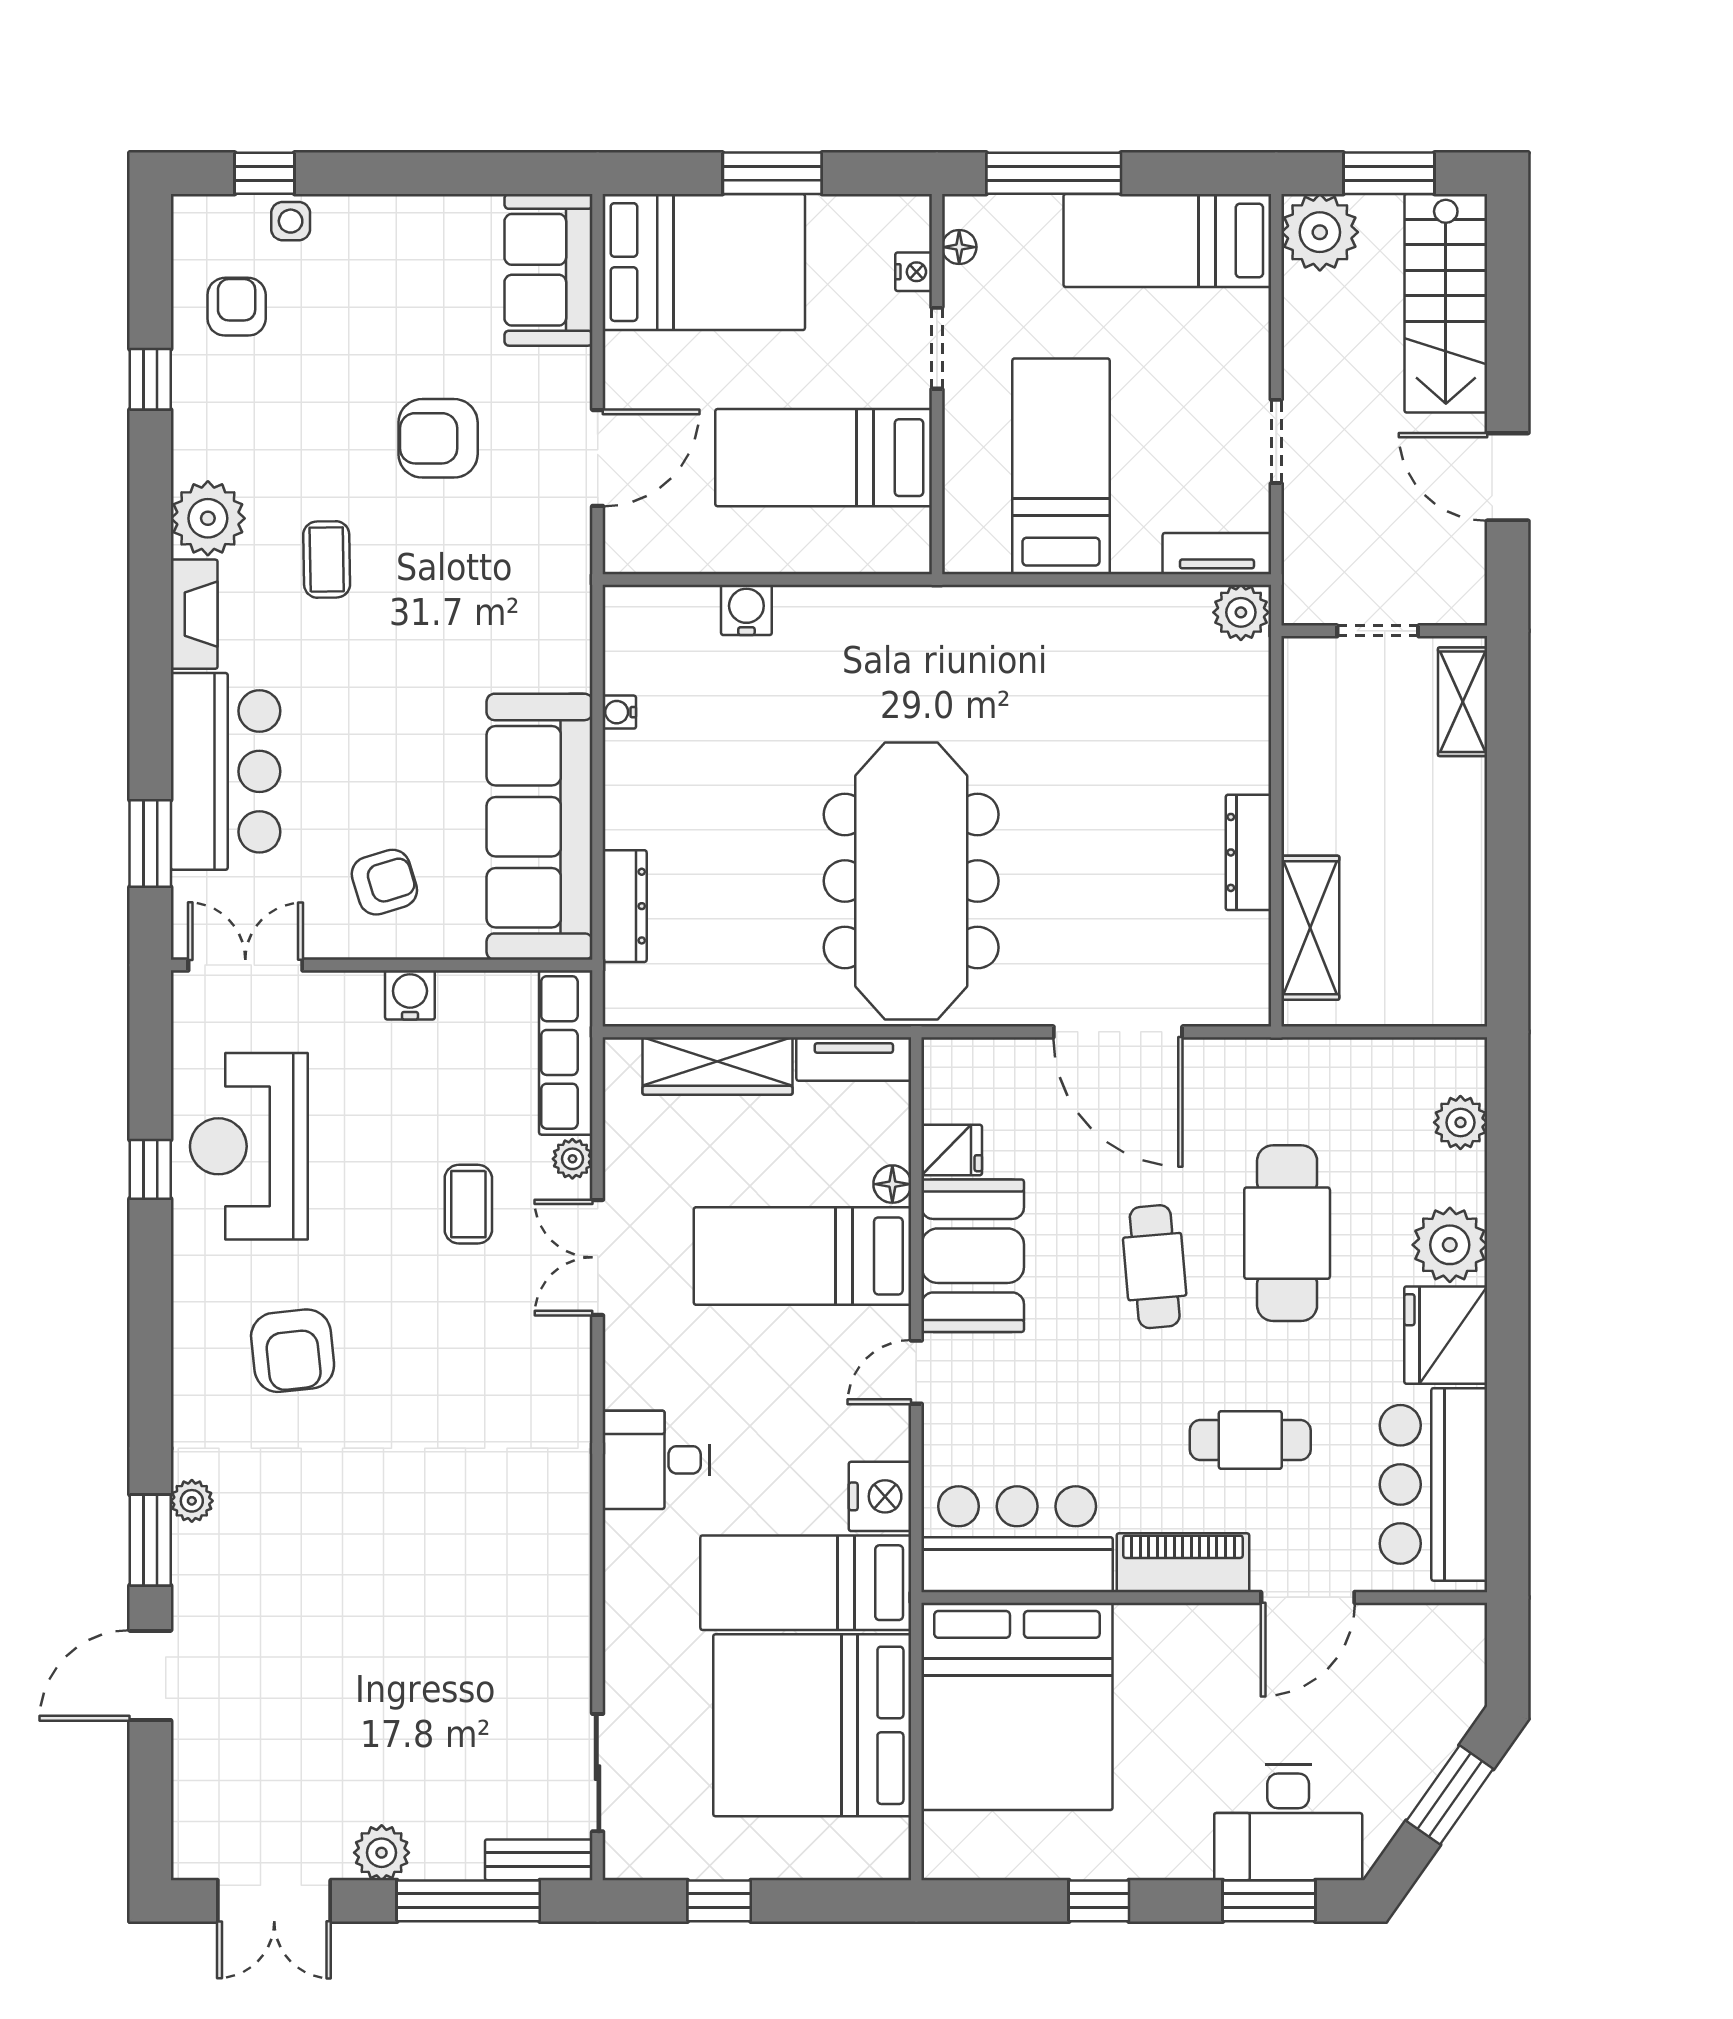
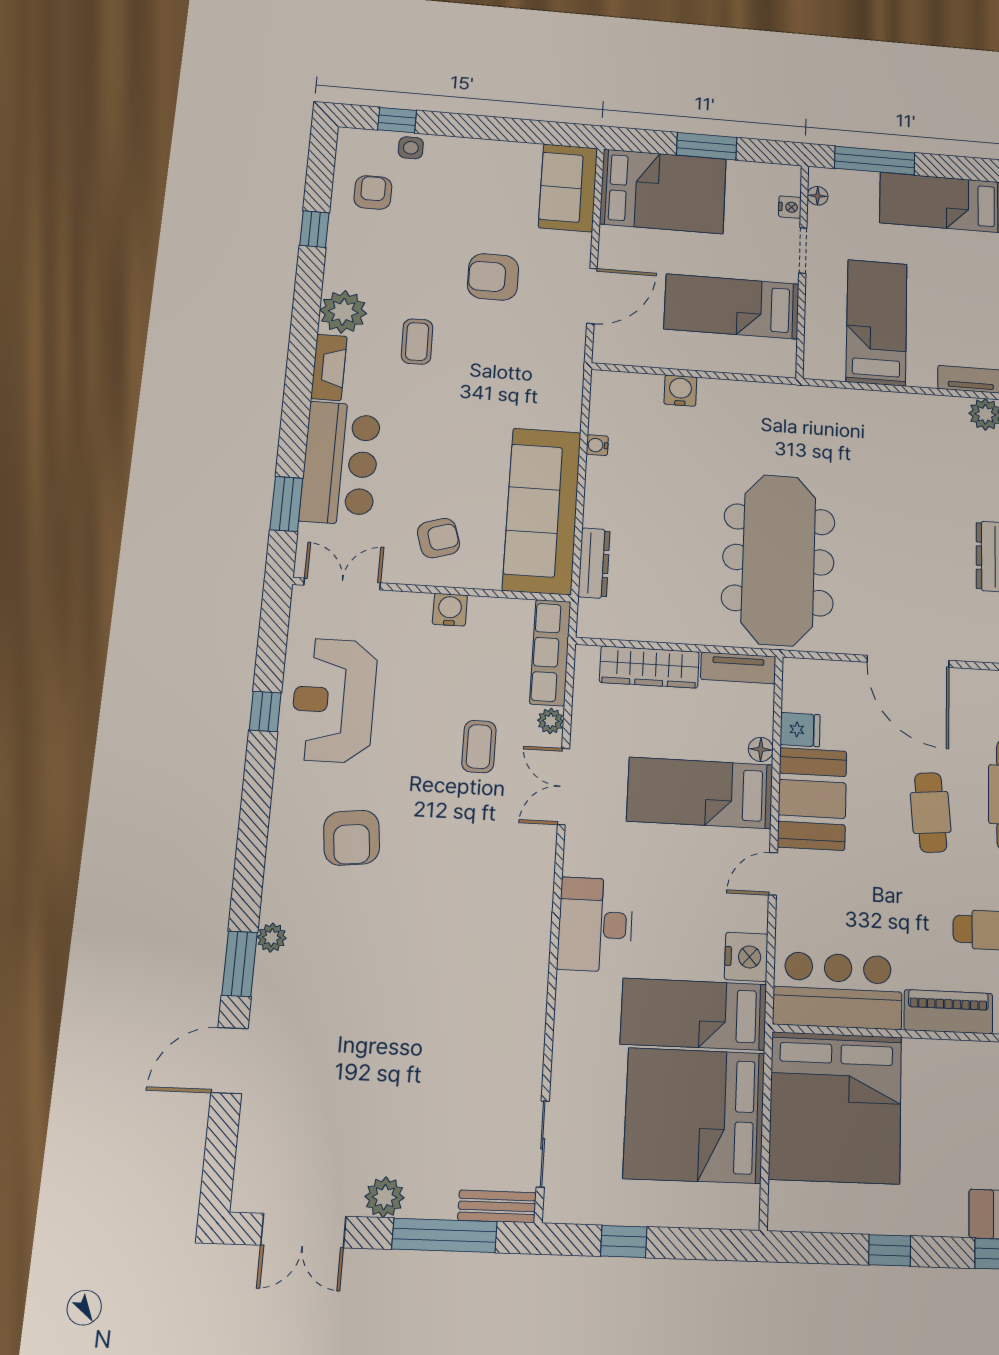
desk: (656, 1460) -> (595, 925), width x1.37

